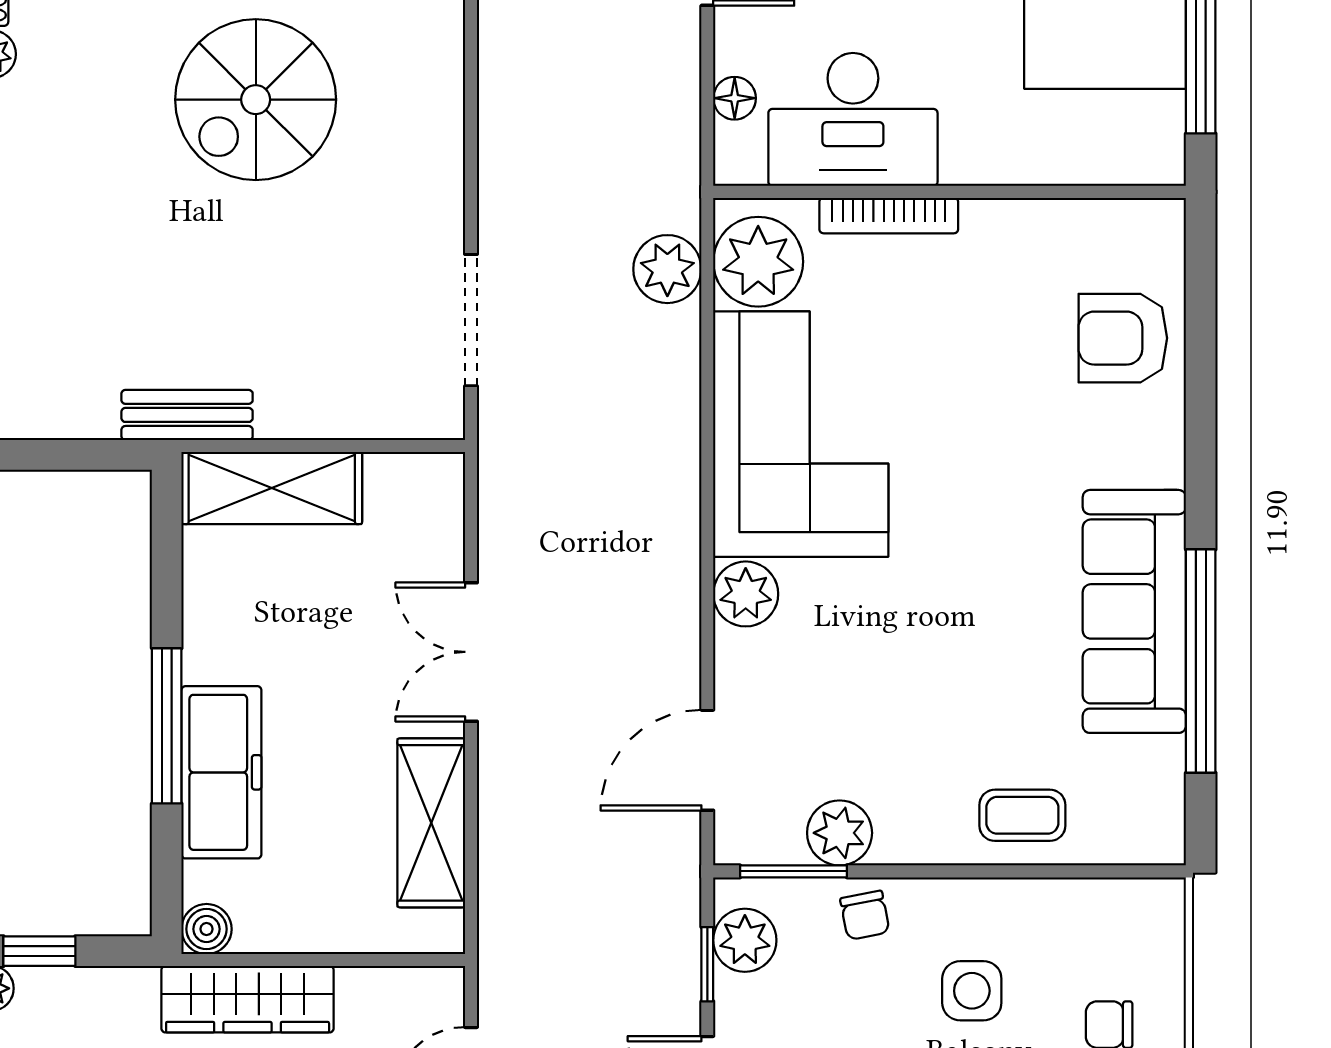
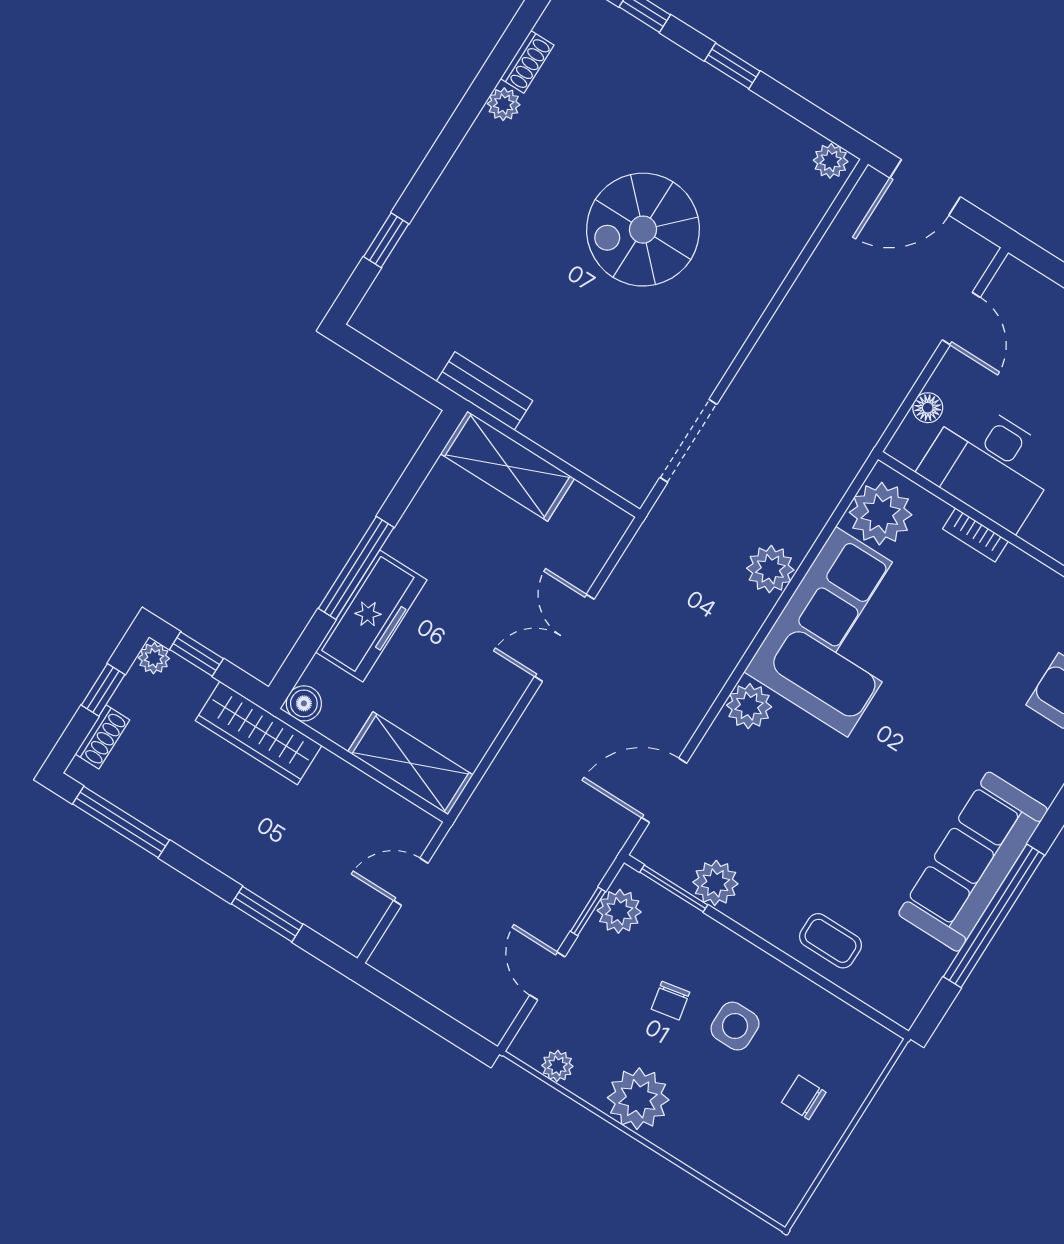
bookcase: (889, 216) -> (975, 535), width x0.64
plant: (667, 269) -> (770, 569), moved
shelving: (431, 823) -> (410, 763), moved, turned 90
chair: (865, 915) -> (671, 1001), moved
wardrobe: (248, 999) -> (259, 733), moved

